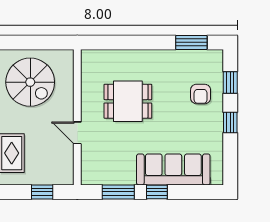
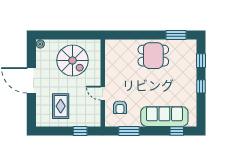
armchair: (201, 94) -> (120, 107), moved
dining table: (128, 101) -> (153, 56), moved
window: (157, 192) -> (177, 131), moved

